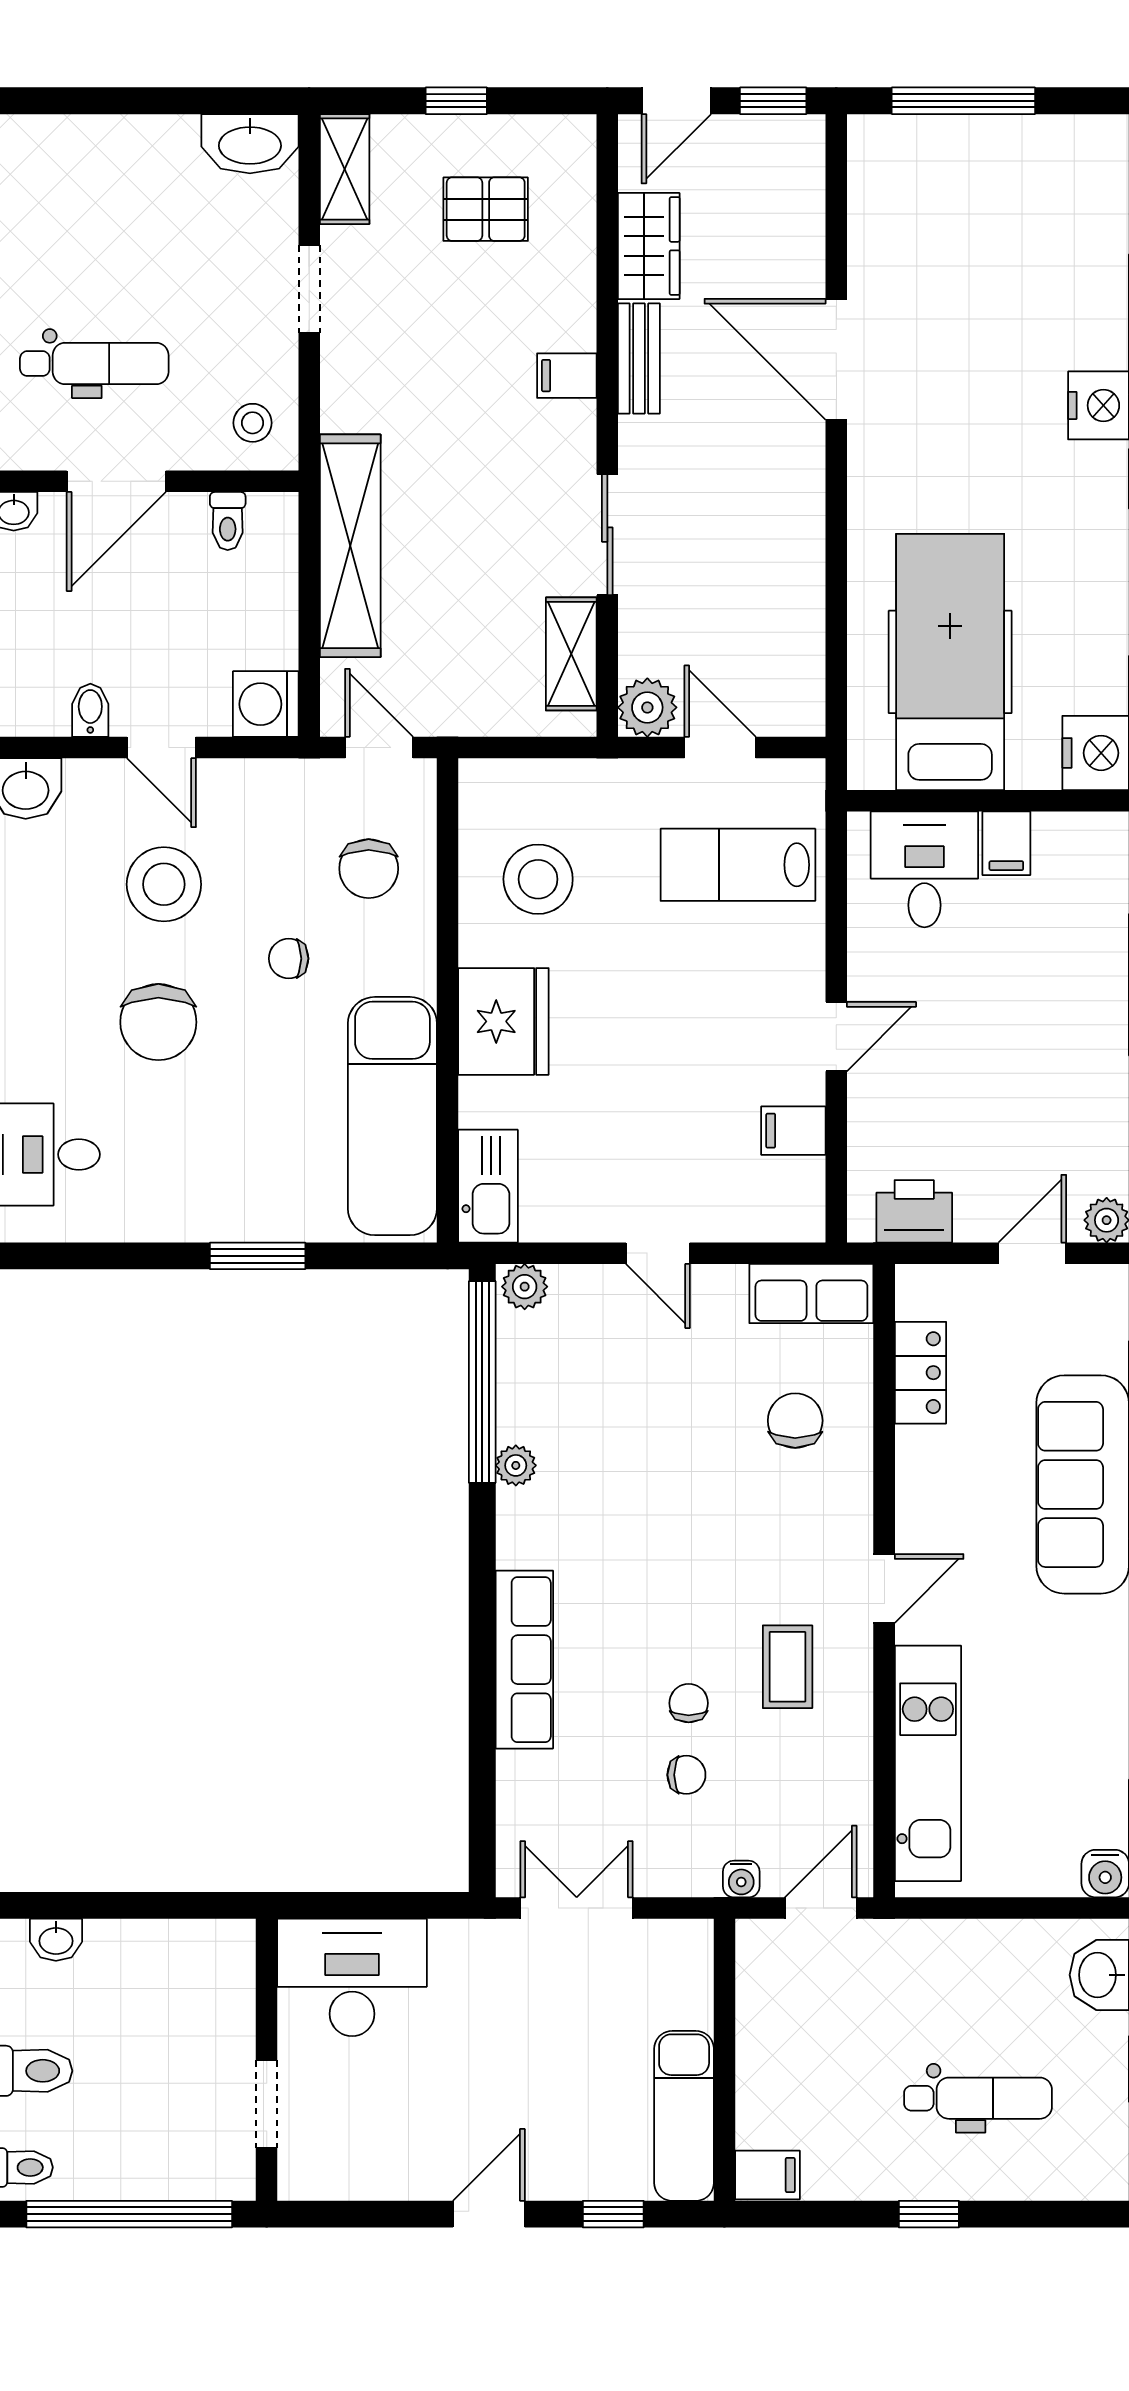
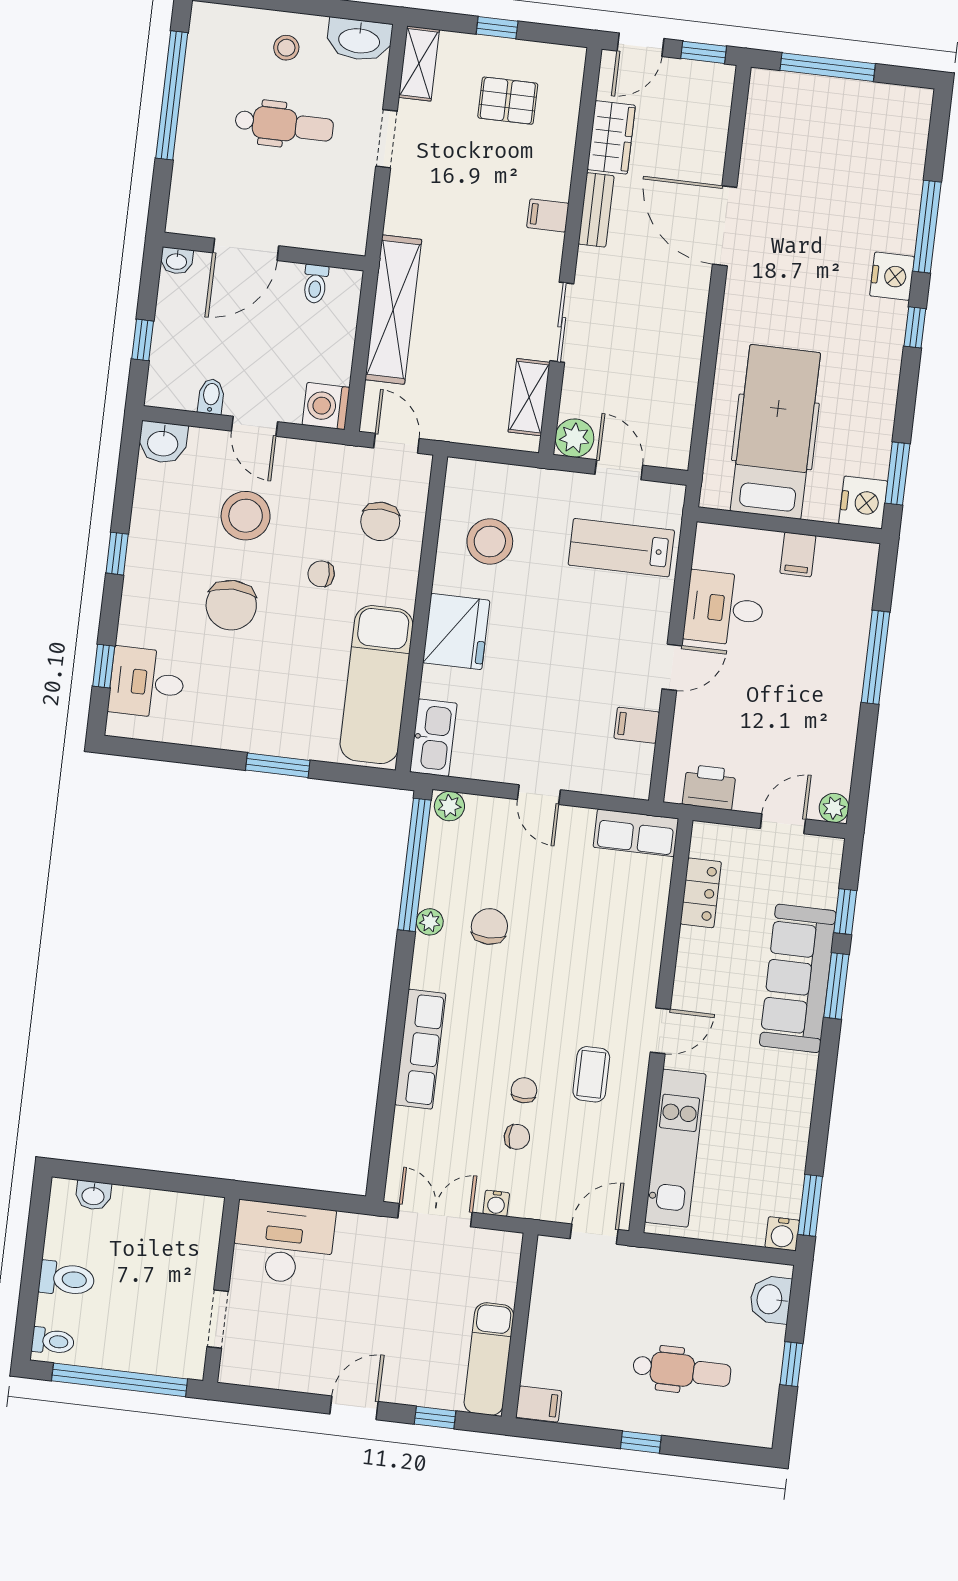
dental chair: (94, 364) -> (284, 125), moved
stool: (253, 423) -> (286, 48), moved
desk: (924, 869) -> (724, 608), moved, turned -90
chair: (795, 1421) -> (489, 927), moved
water cooler: (741, 1879) -> (496, 1203), moved

